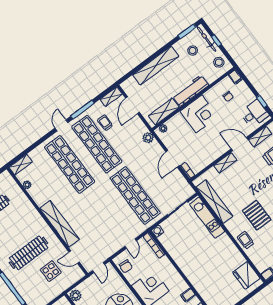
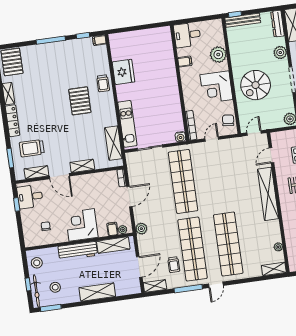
shelving: (156, 66) -> (97, 292), width x0.68
filing cabinet: (235, 77) -> (112, 229), moved
shelving: (214, 202) -> (113, 143), width x0.68
door: (74, 257) -> (272, 155), swing flipped
fridge: (246, 275) -> (123, 72), moved

